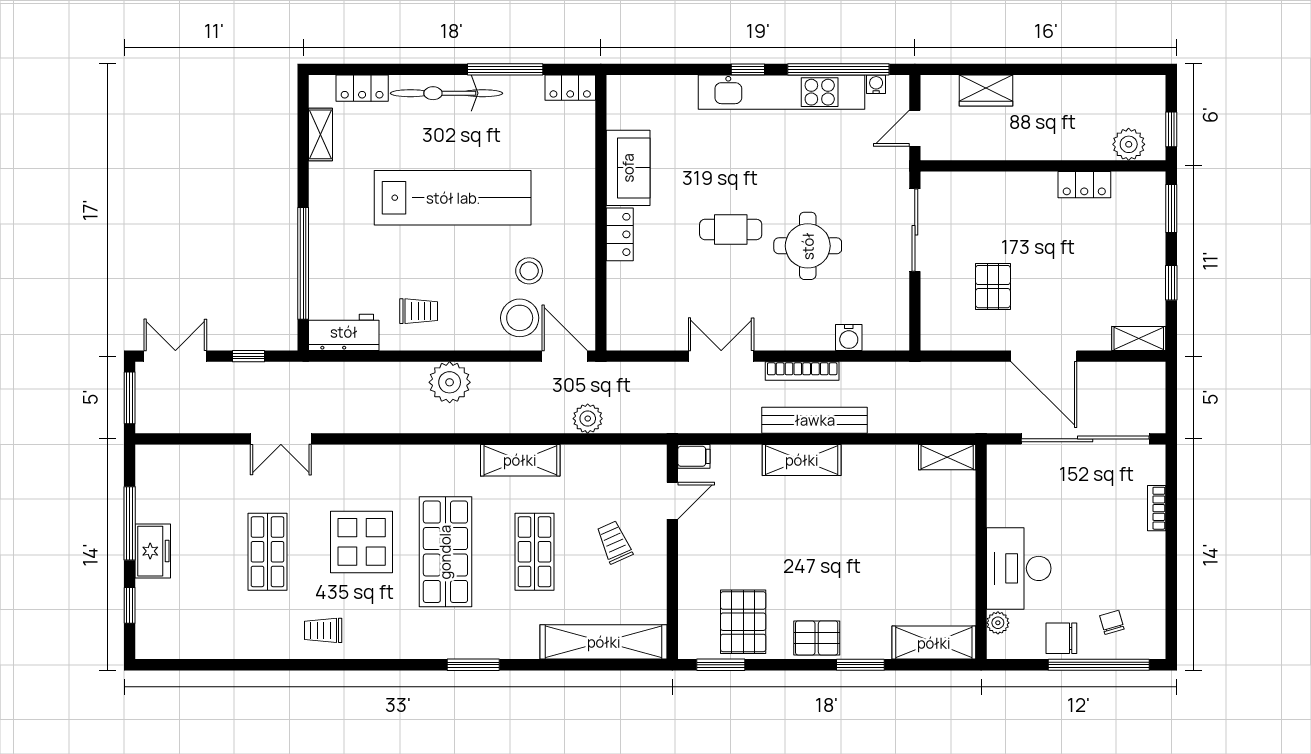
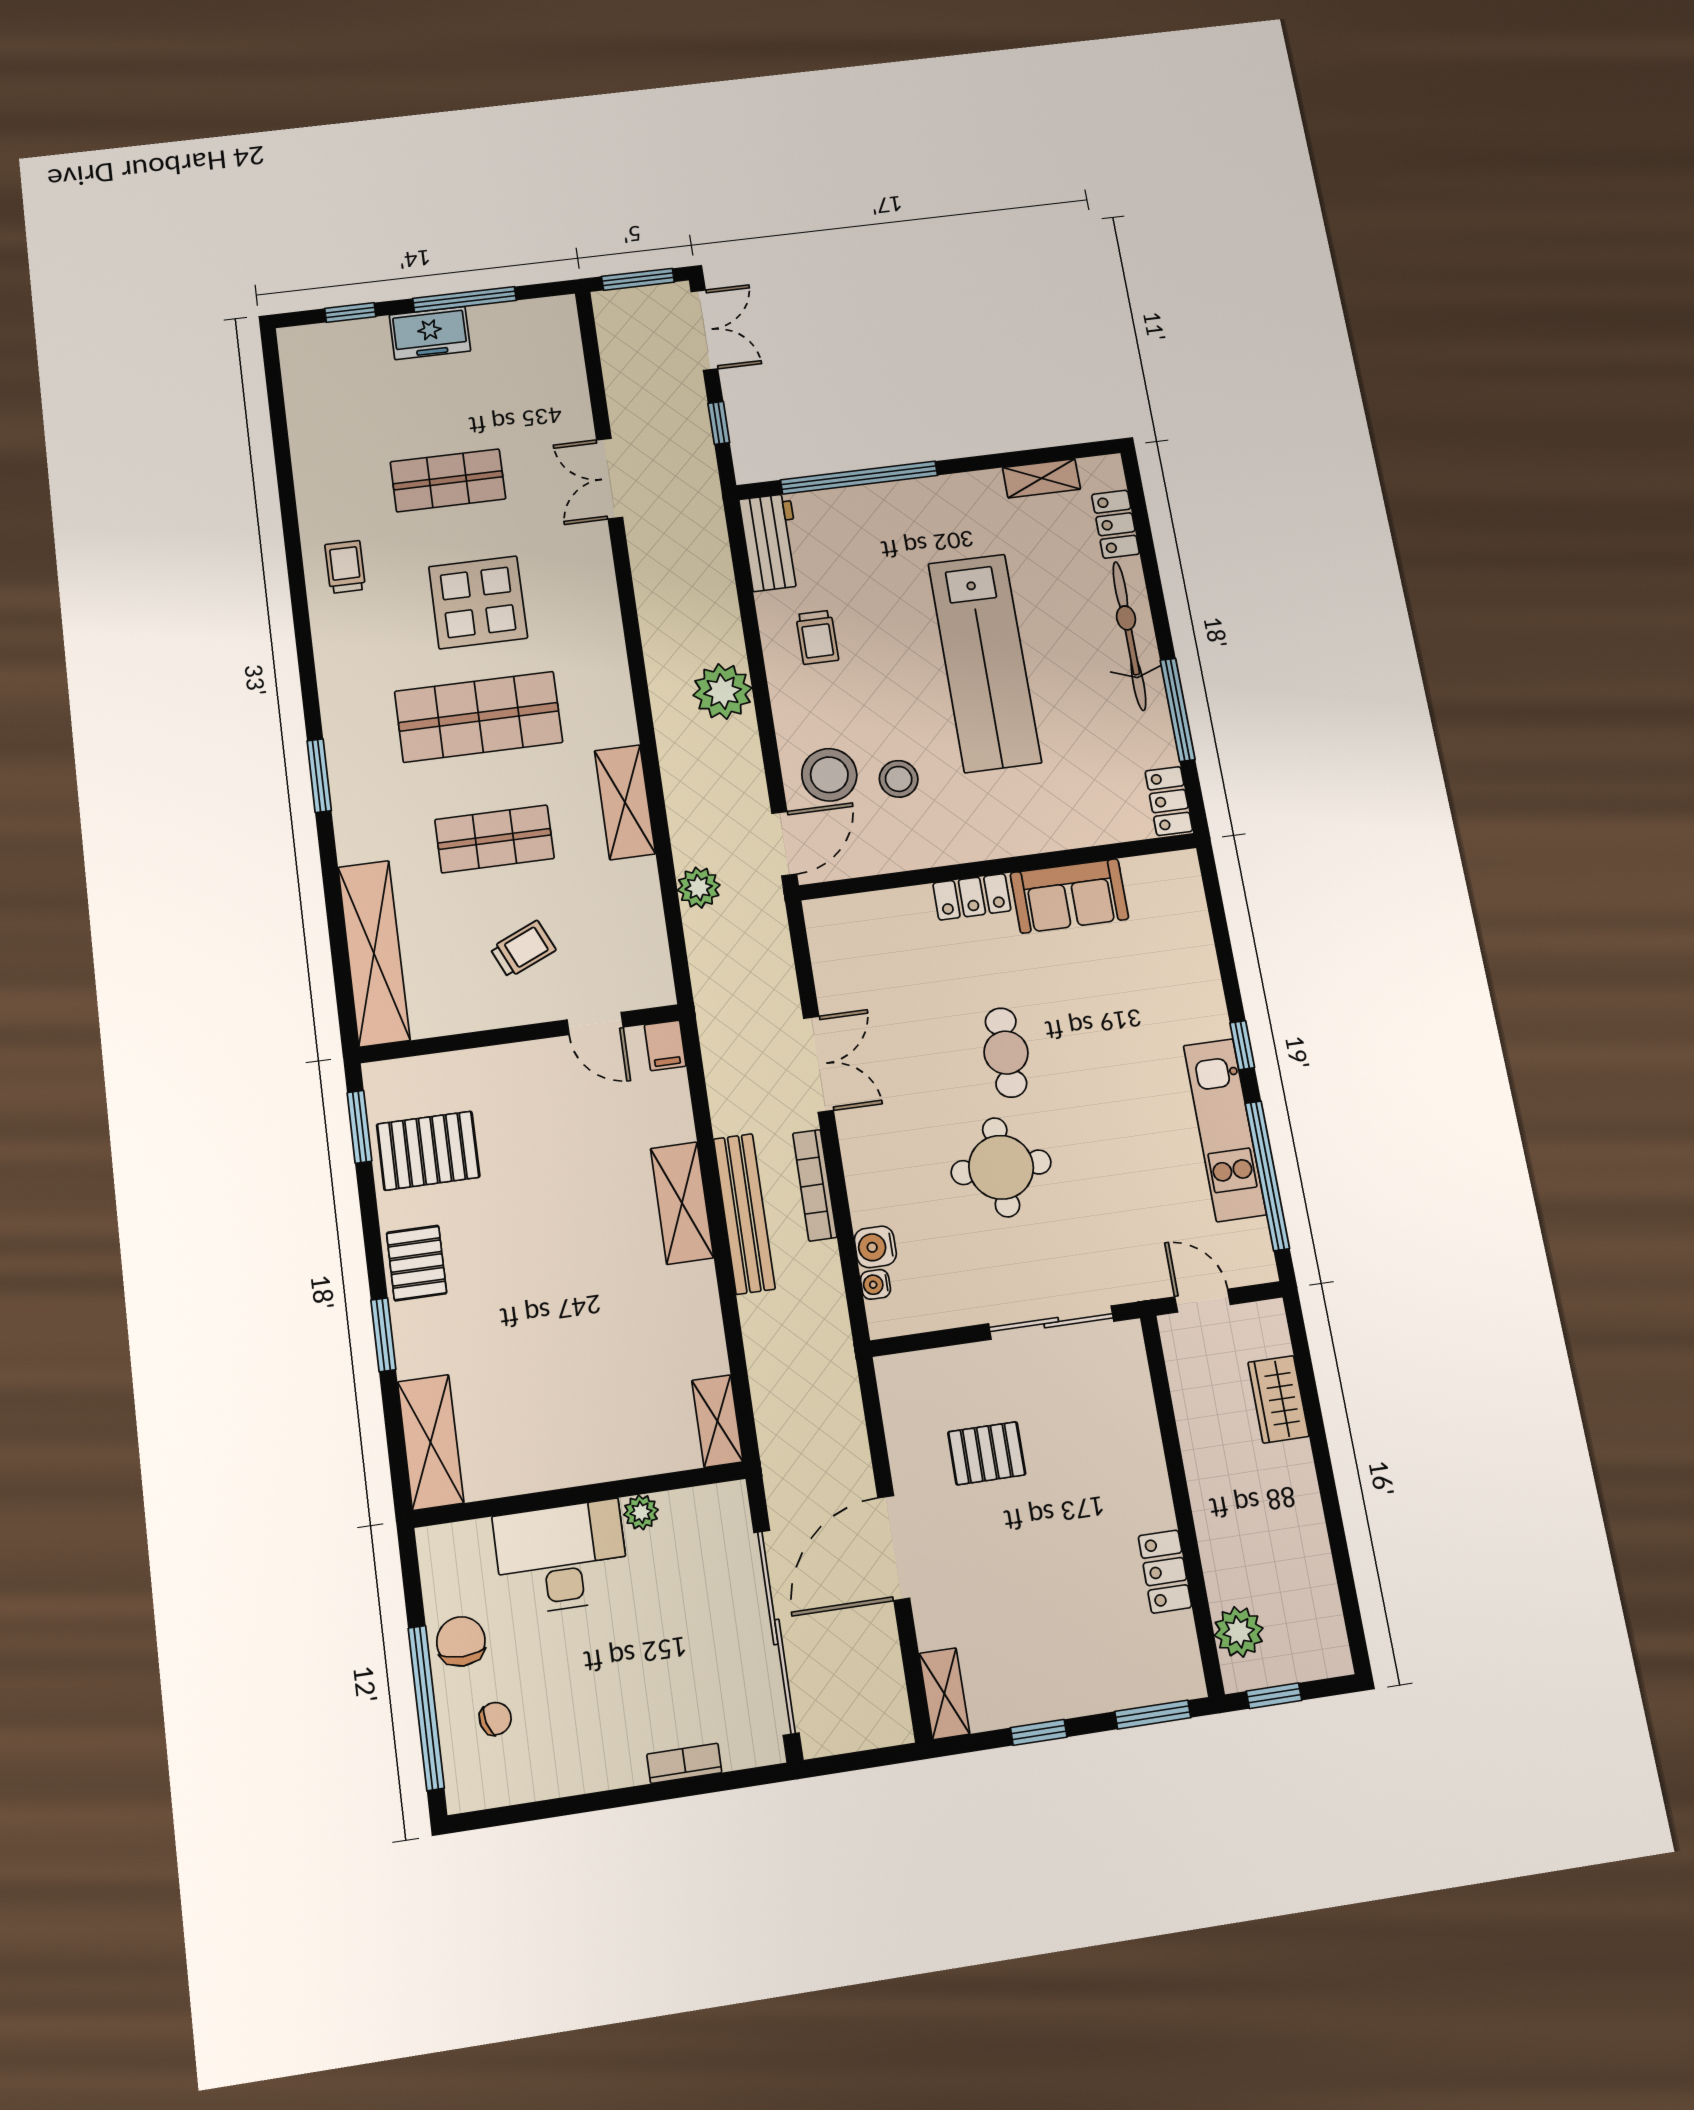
water cooler: (876, 84) -> (875, 1284), moved, turned 180
kitchen unit: (781, 92) -> (1225, 1130), width x0.73
plant: (998, 623) -> (641, 1512), moved

